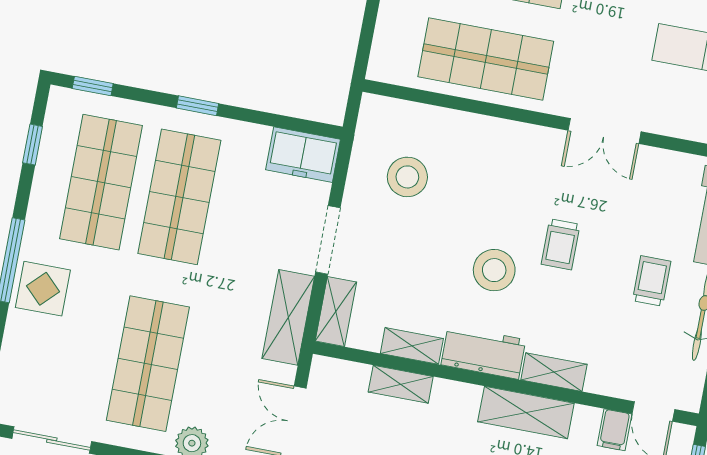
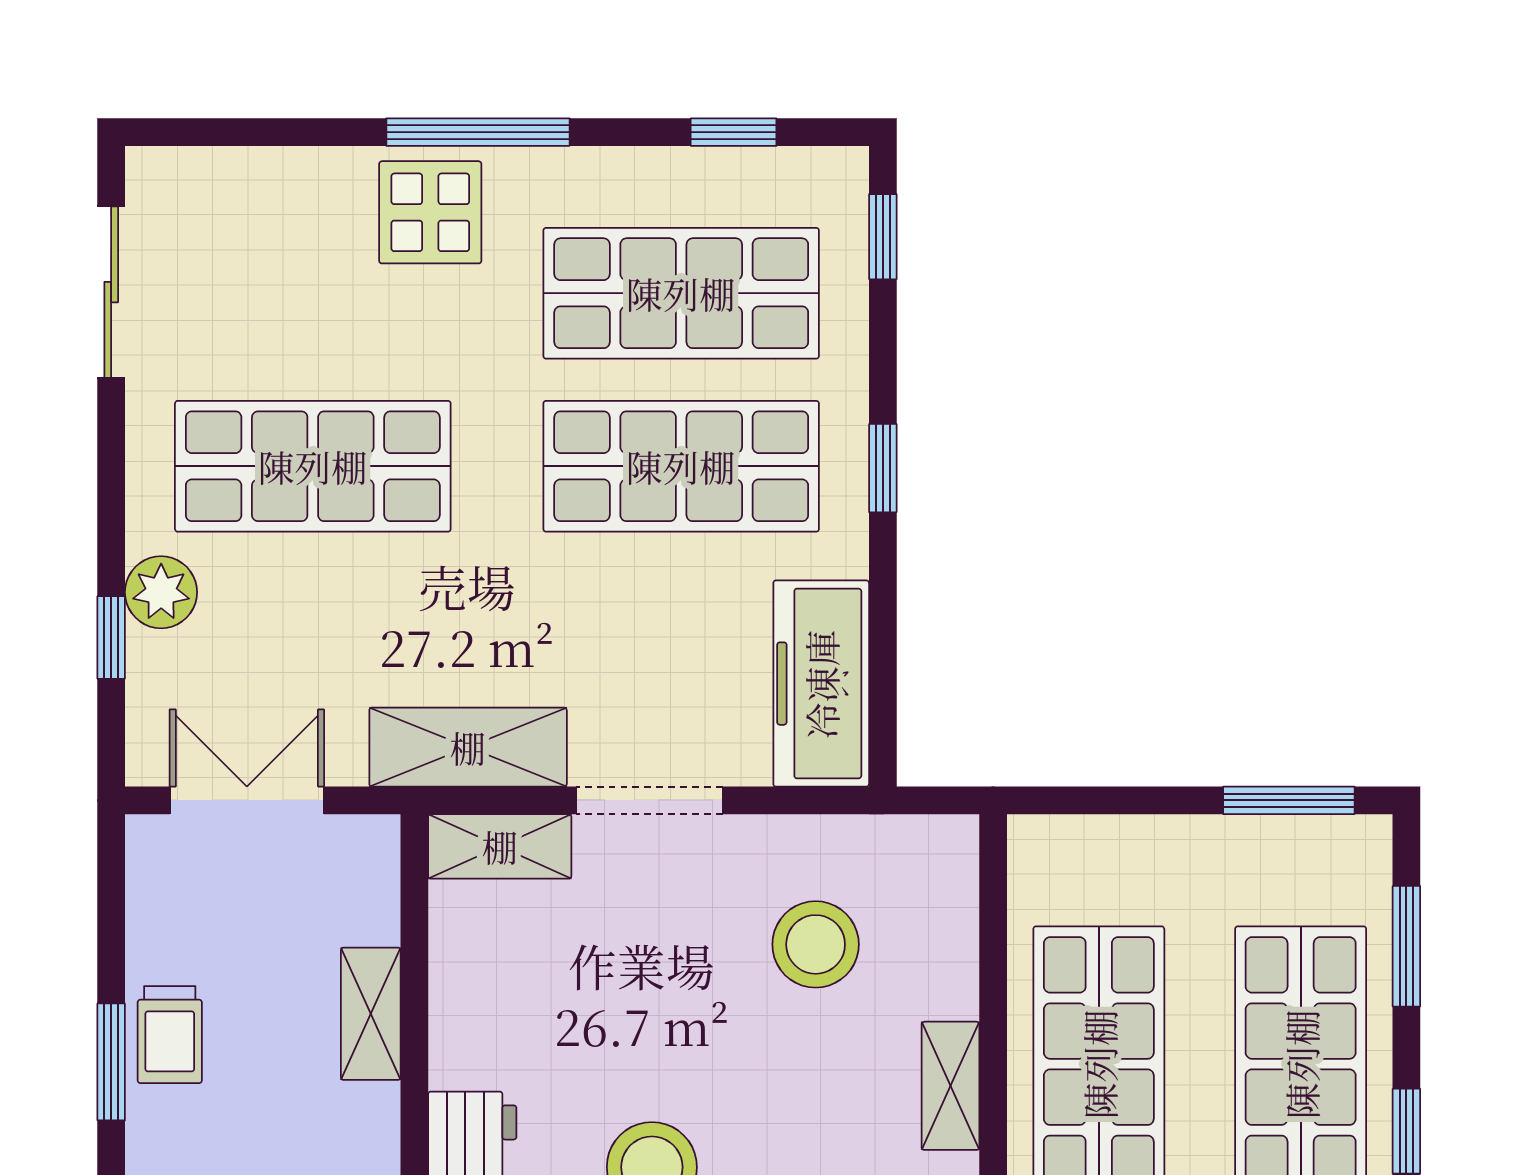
freezer: (303, 155) -> (821, 684), width x1.40
shelving: (412, 346) -> (950, 1086), moved

